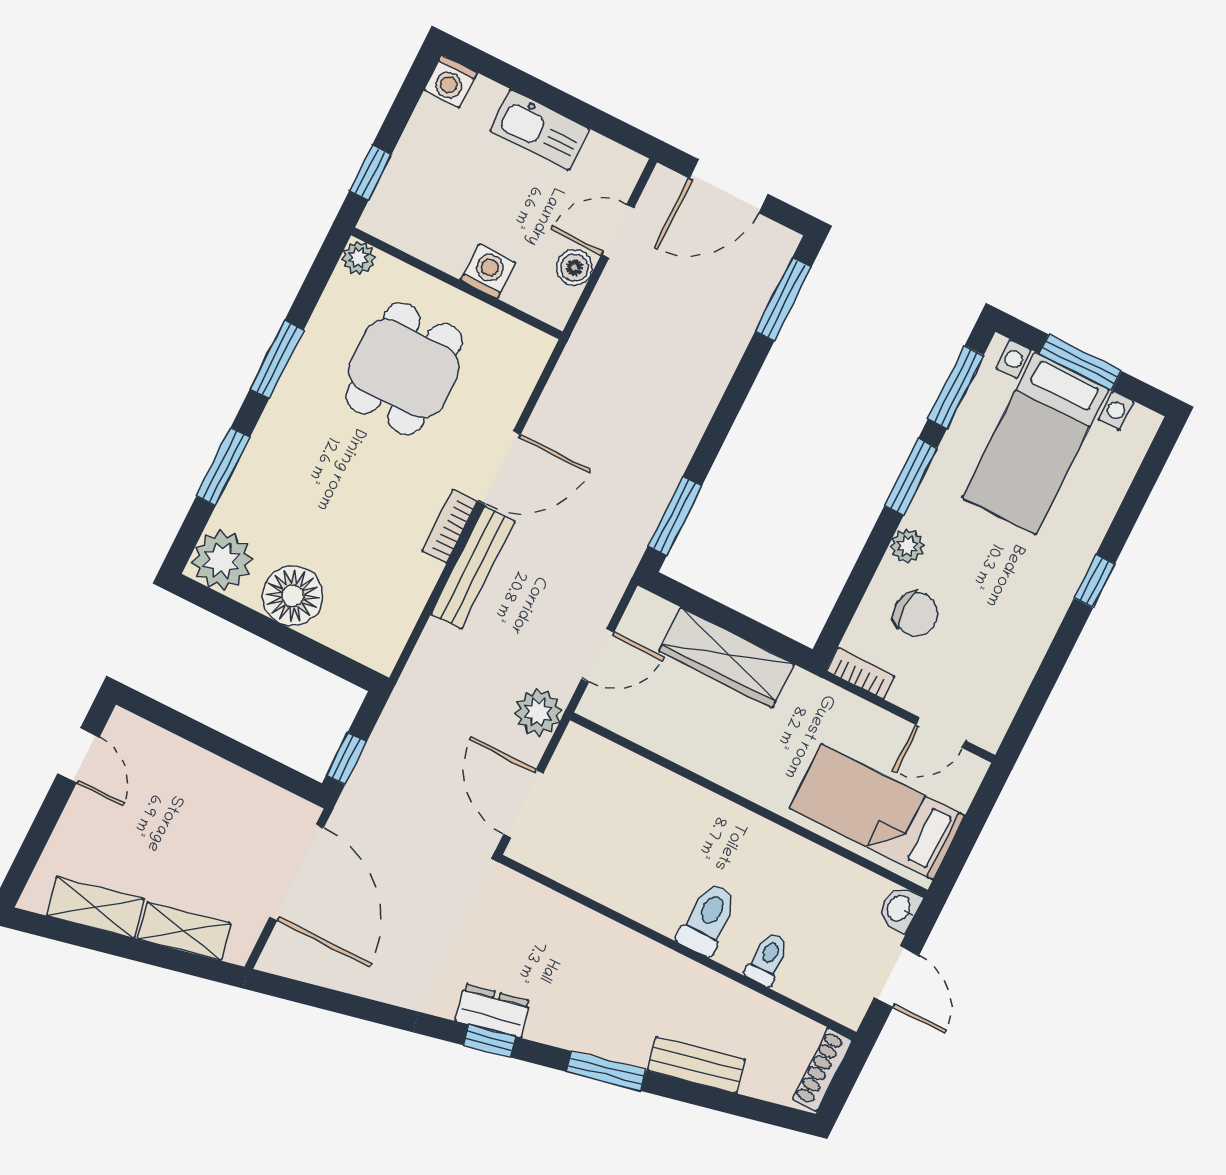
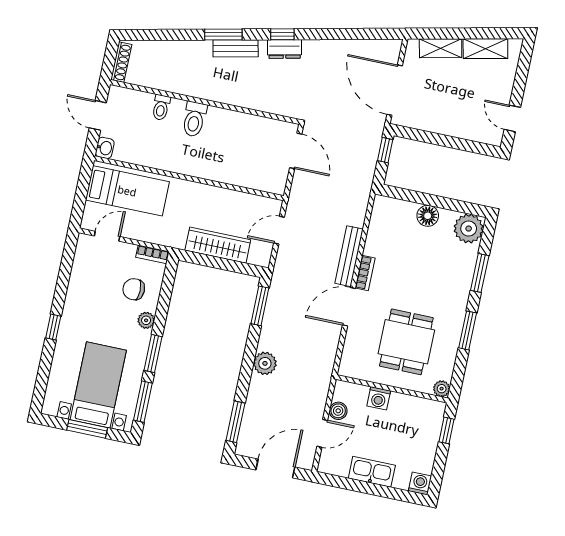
floor lamp: (293, 596) -> (428, 216), width x0.73, depth x0.73
plant: (538, 712) -> (265, 363), moved
bench: (696, 1065) -> (236, 48), moved

